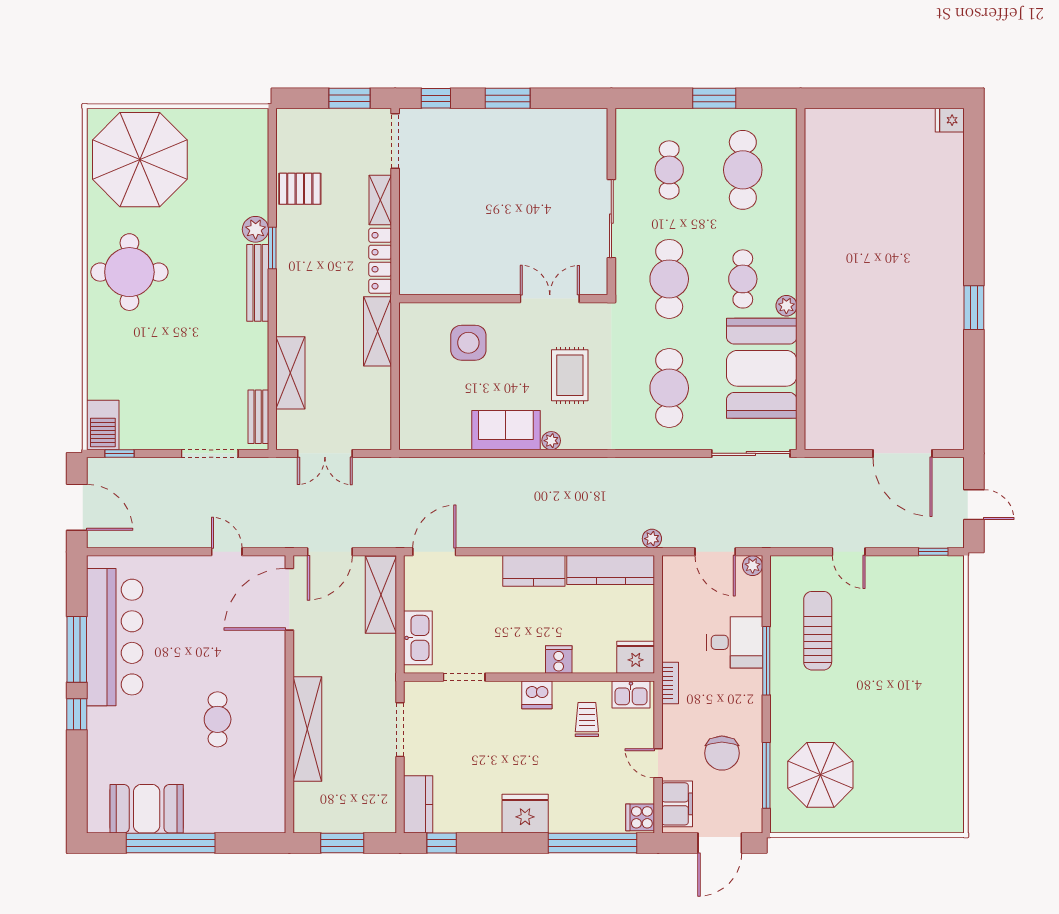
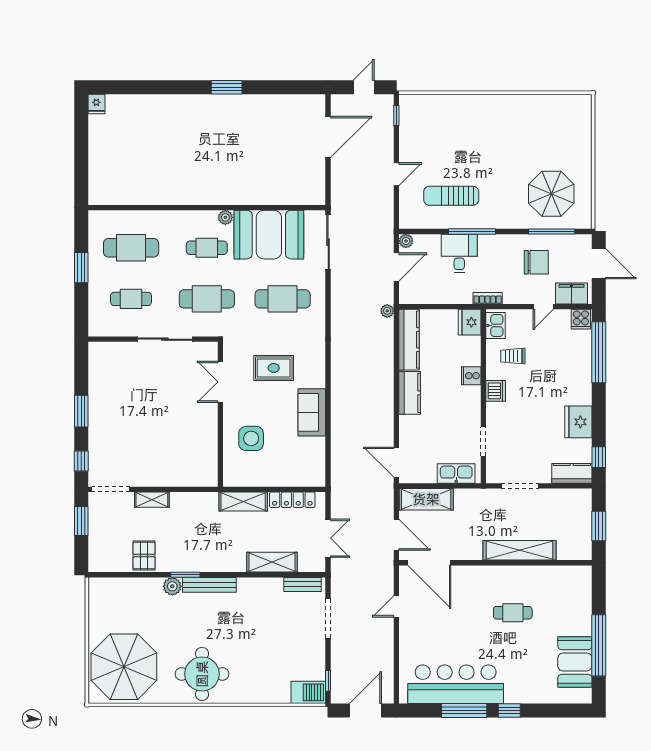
locker: (380, 261) -> (292, 500), moved
plant: (551, 441) -> (319, 381), removed
fridge: (525, 814) -> (578, 422), moved

